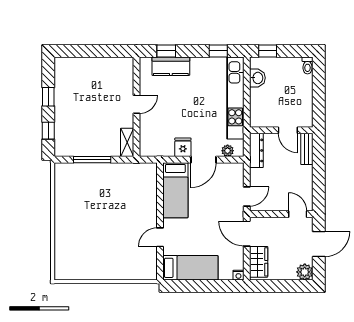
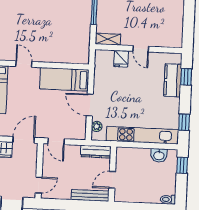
fridge: (183, 147) -> (121, 59), moved, turned 90
bench: (307, 149) -> (90, 195), width x1.36

